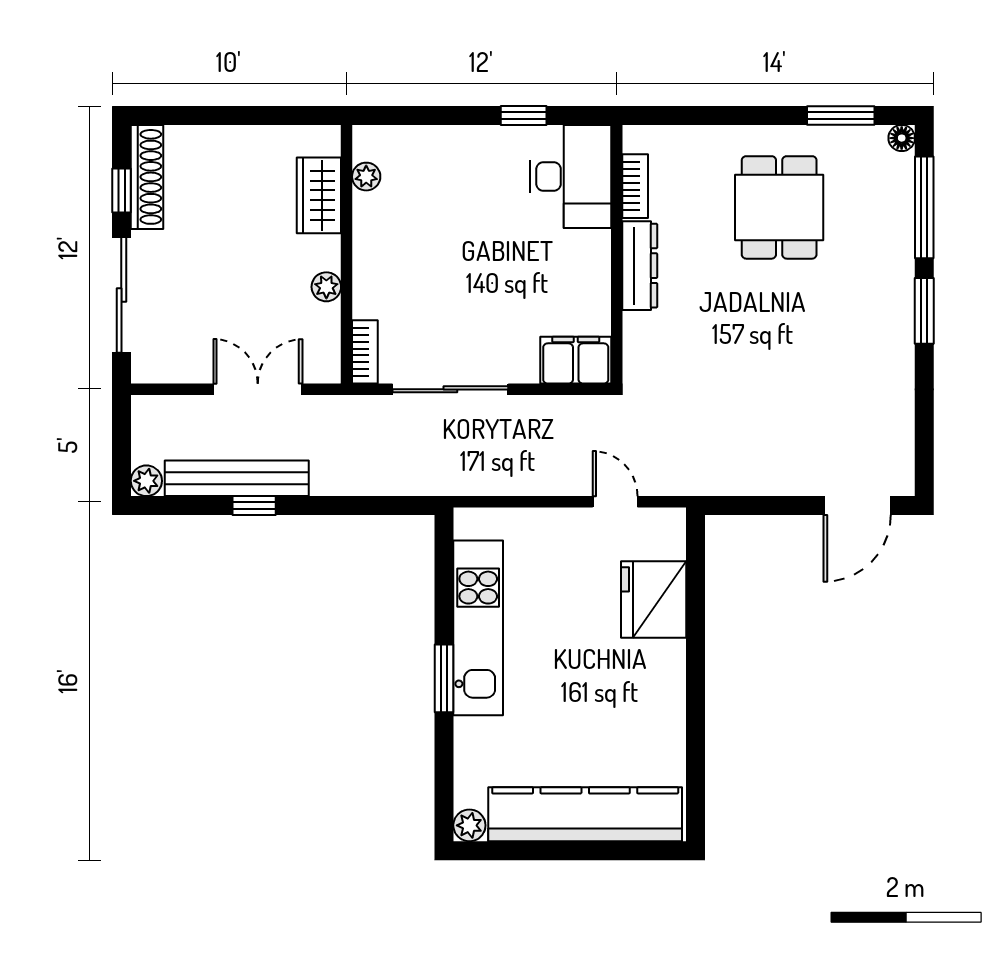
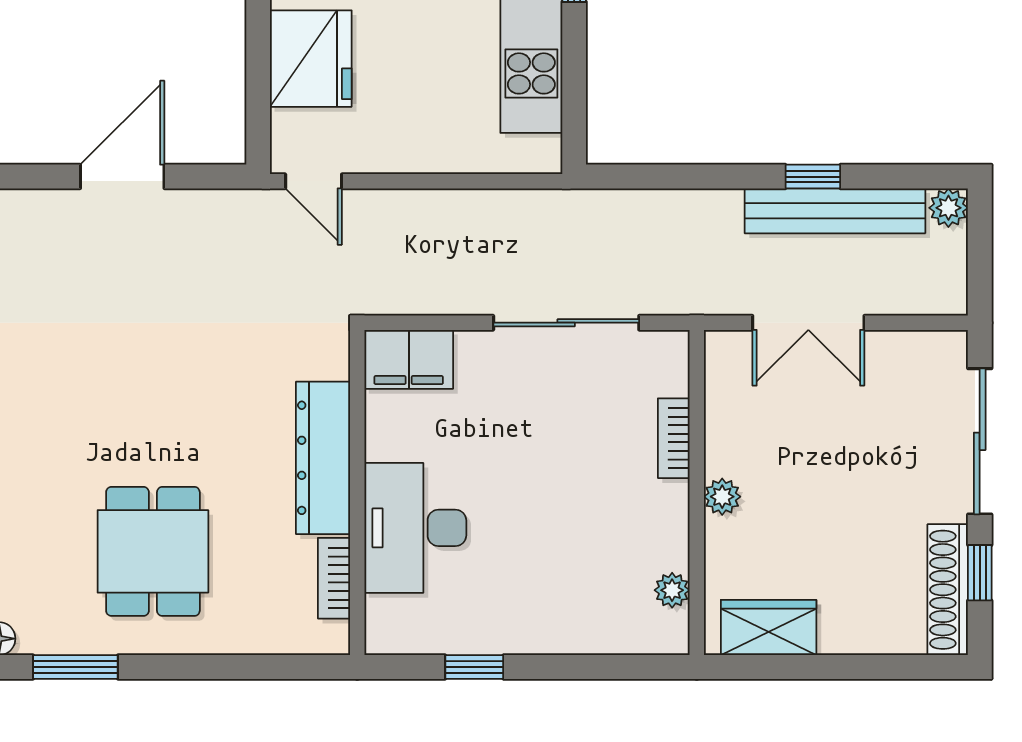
desk: (570, 176) -> (415, 528), moved
wardrobe: (319, 195) -> (769, 628), moved, turned -90
dresser: (640, 266) -> (323, 458), width x1.37, depth x1.24
plant: (326, 287) -> (722, 497), moved
bookcase: (365, 352) -> (674, 438), moved
door: (615, 502) -> (314, 181), moved
door: (857, 506) -> (122, 177), moved

